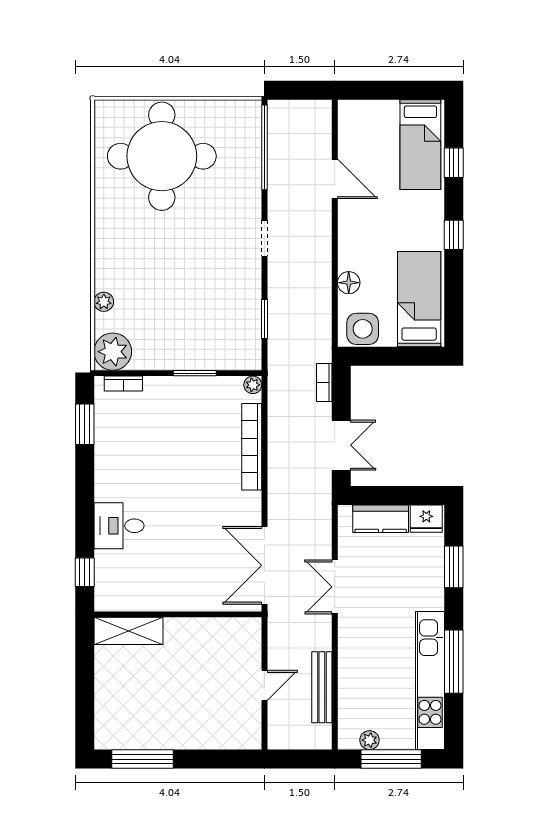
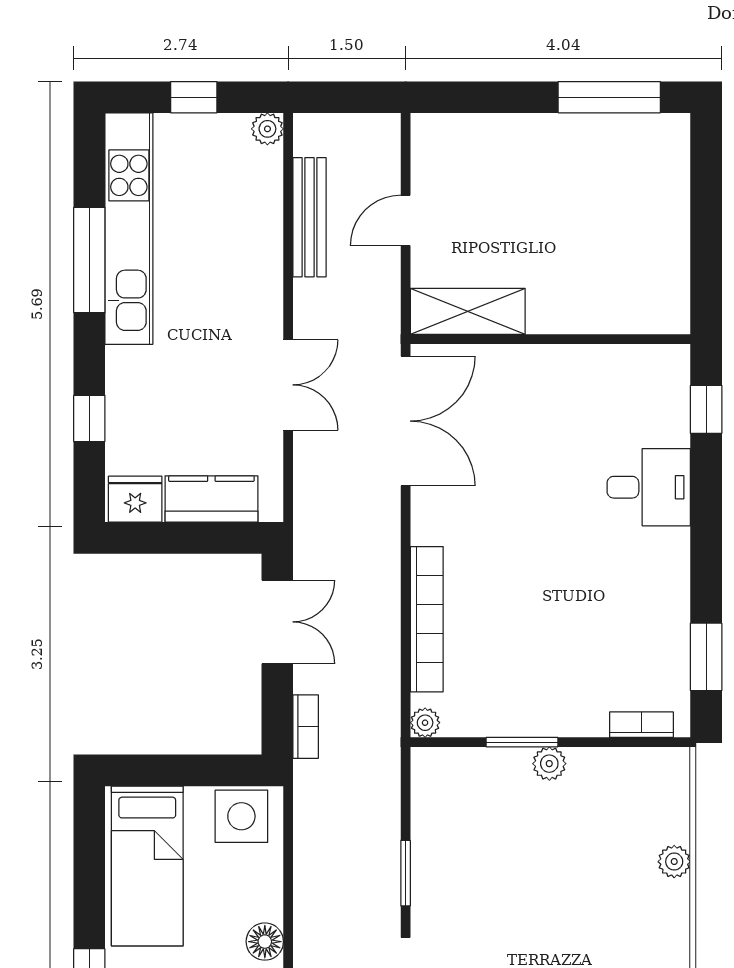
floor lamp: (349, 283) -> (265, 942), moved
window: (264, 319) -> (406, 873), moved
plant: (113, 352) -> (549, 764), moved, width x0.53, depth x0.53
double door: (341, 445) -> (277, 622), swing flipped
window: (454, 567) -> (89, 418), width x0.67
shelving: (128, 631) -> (468, 311), moved
plant: (369, 740) -> (267, 129), moved
window: (391, 759) -> (194, 97), width x0.46

